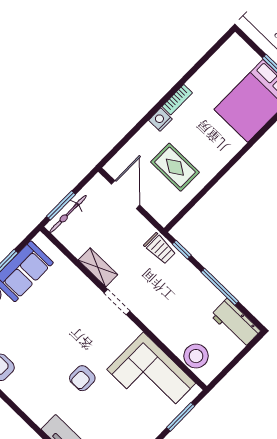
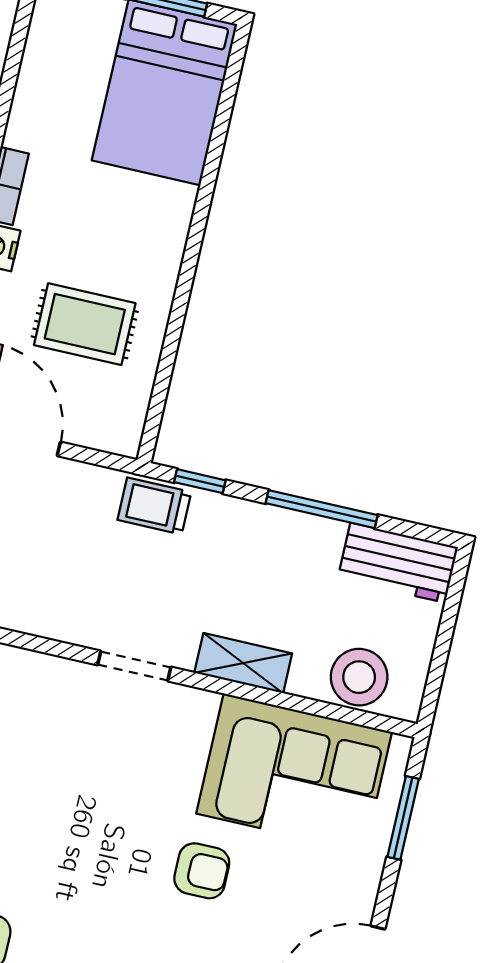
trolley: (160, 249) -> (154, 506), turned 180
shelving: (98, 267) -> (243, 663), moved
armchair: (82, 378) -> (202, 871), moved, turned -90

